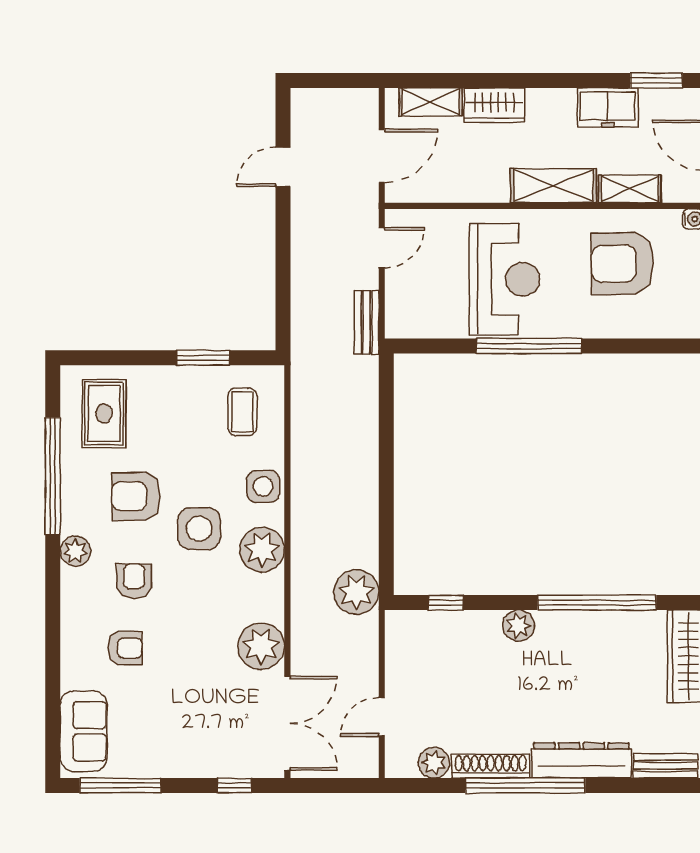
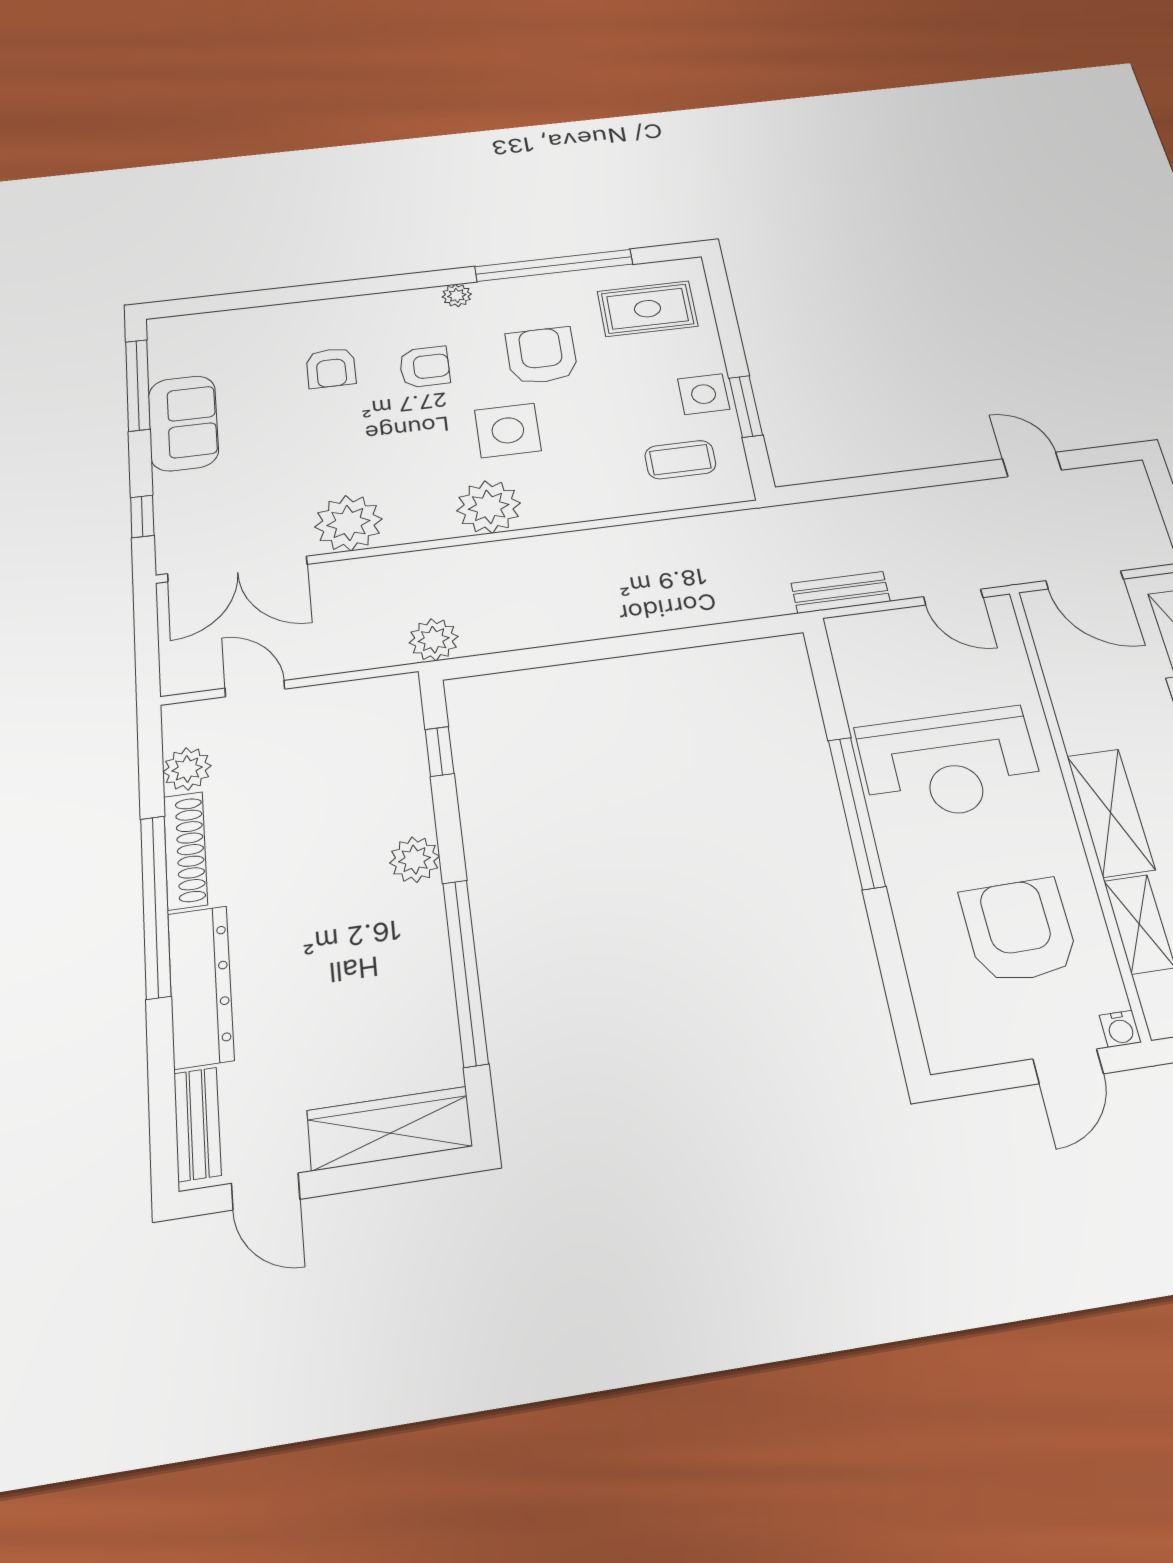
side table: (263, 486) -> (704, 394), moved
plant: (75, 551) -> (457, 295), width x0.73, depth x0.73
plant: (356, 592) -> (434, 640), width x0.73, depth x0.73
sofa: (84, 731) -> (183, 423), moved, turned -90

